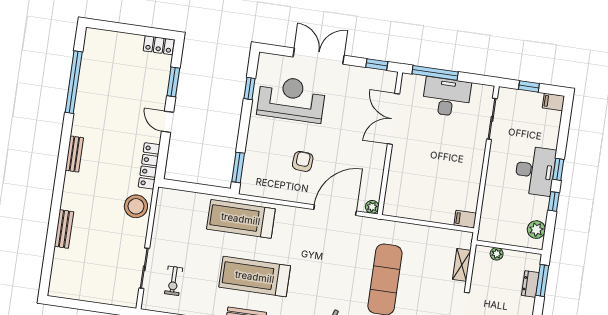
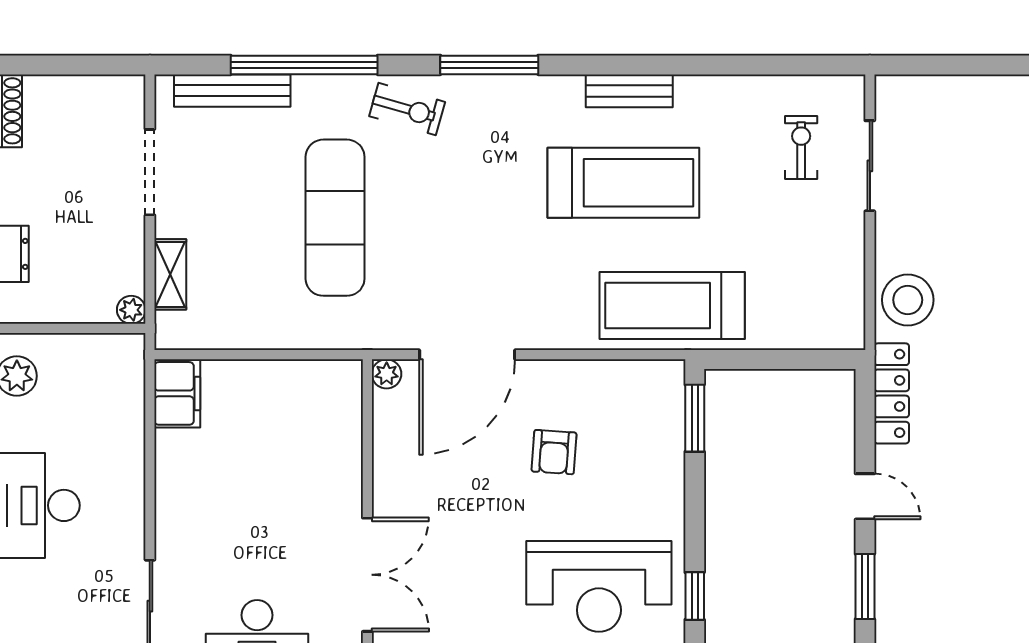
treadmill: (241, 219) -> (672, 305), turned 180
filing cabinet: (465, 219) -> (177, 393), width x2.00
plant: (497, 254) -> (131, 310), moved

